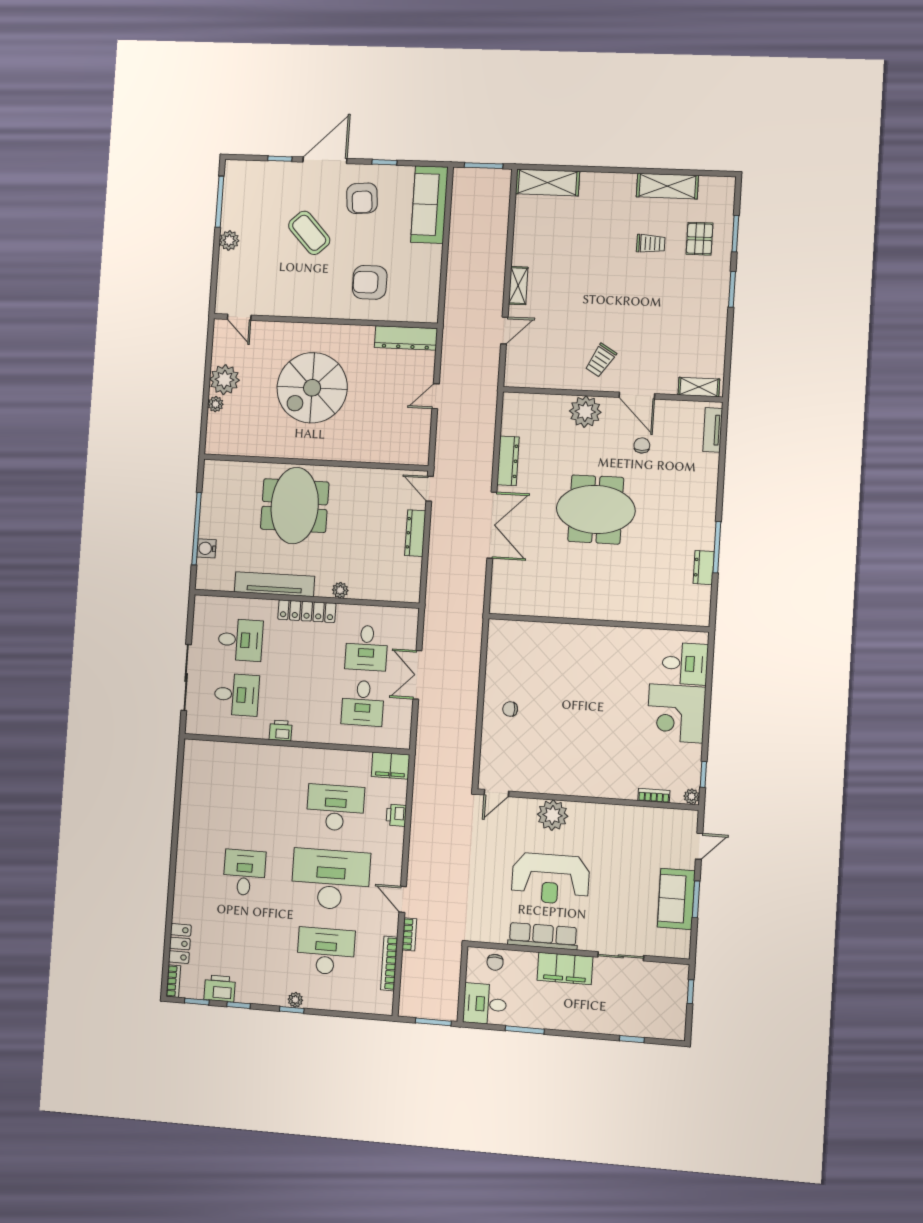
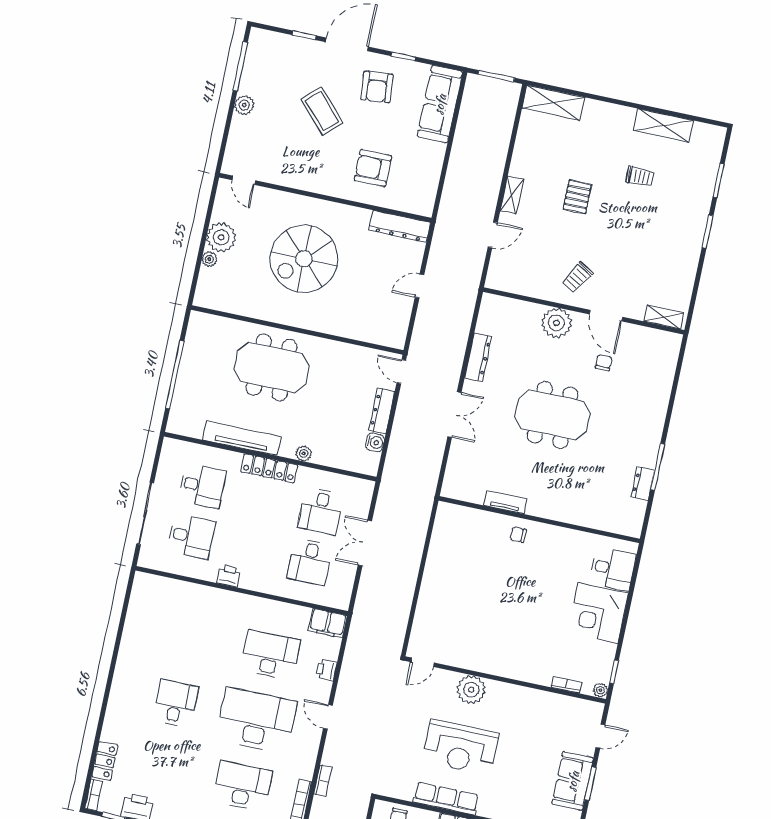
pallet: (700, 239) -> (577, 197), moved
tv unit: (713, 430) -> (505, 502), moved, turned 90
meeting table: (295, 506) -> (272, 367), turned 90
double door: (492, 525) -> (454, 415), width x0.73
water cooler: (207, 548) -> (375, 442), moved, turned 180
chair: (510, 709) -> (518, 535), moved
door: (403, 899) -> (328, 717), moved

